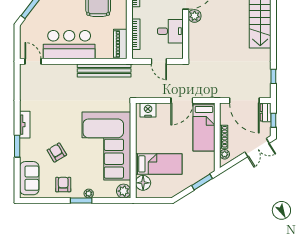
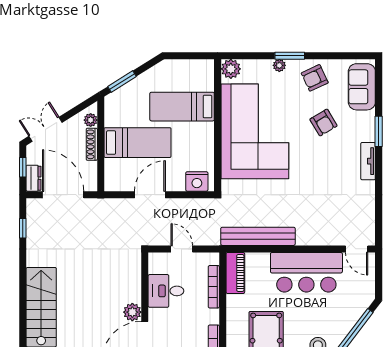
bed: (204, 127) -> (138, 143), moved, turned 90
floor lamp: (143, 183) -> (204, 80), removed
armchair: (63, 185) -> (315, 78), turned 65

